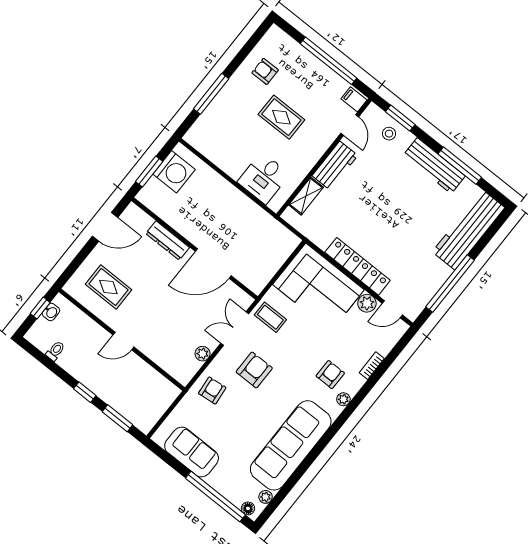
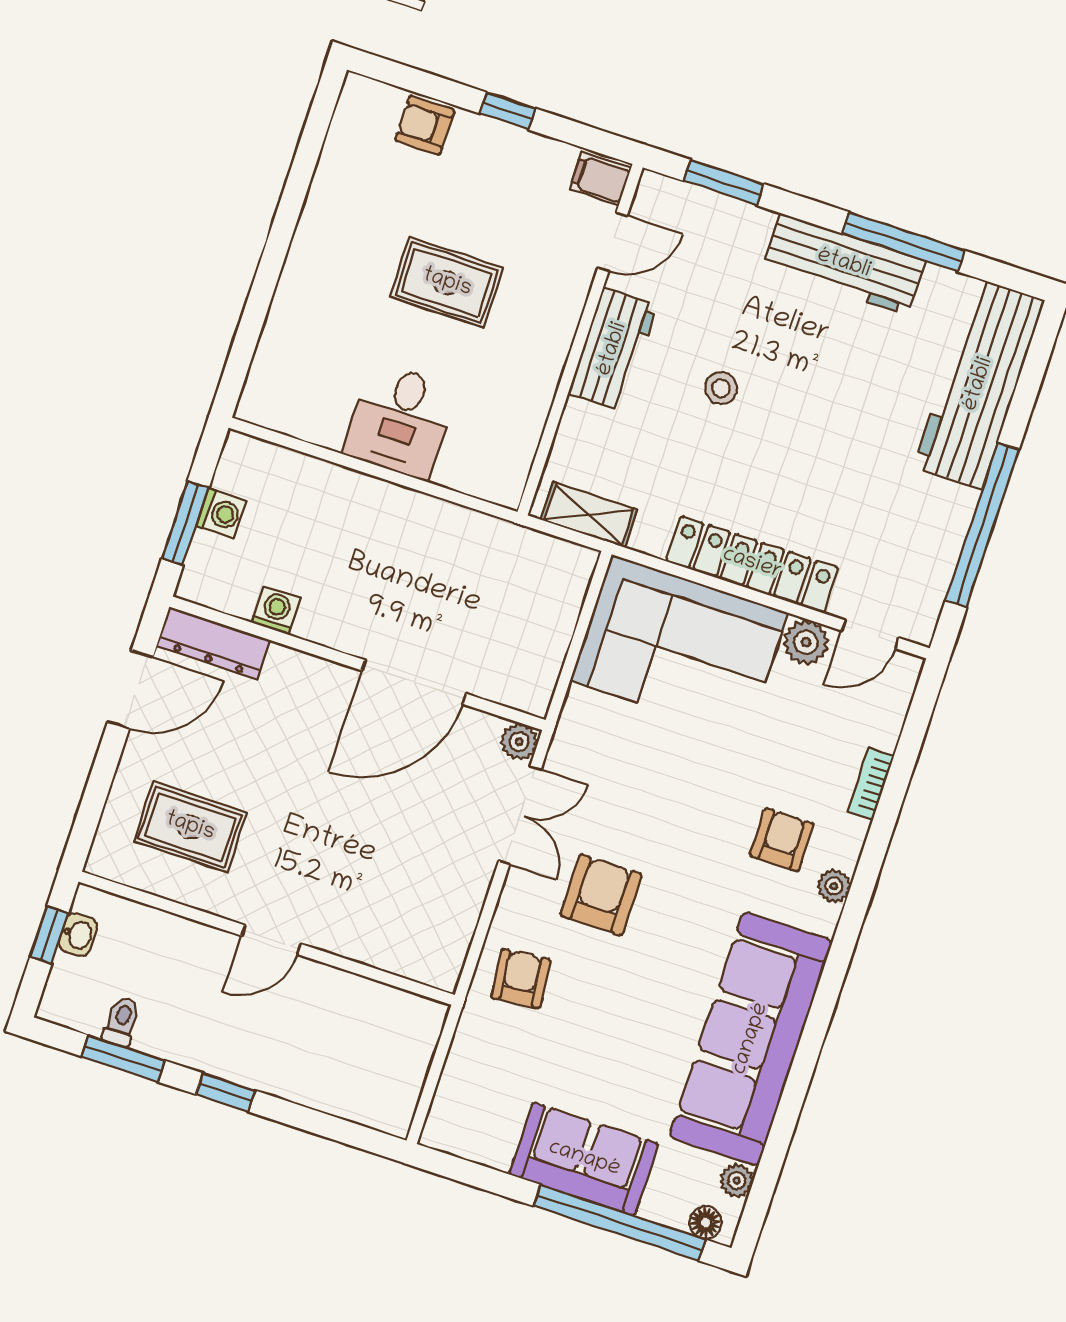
window: (328, 61) -> (508, 111), width x0.32
armchair: (265, 71) -> (425, 125), moved
window: (211, 94) -> (263, 289), removed
door: (350, 125) -> (612, 242), hinge flipped
stool: (389, 134) -> (721, 388), moved
washing machine: (174, 172) -> (221, 513), width x0.53, depth x0.53
desk: (264, 178) -> (400, 421), moved
shelving: (306, 196) -> (589, 515), moved, turned 90
washing machine: (171, 217) -> (276, 611), added
dresser: (168, 240) -> (213, 643), moved
coffee table: (270, 317) -> (593, 758), removed
double door: (235, 329) -> (520, 815), swing flipped
plant: (203, 354) -> (519, 742), moved
window: (117, 418) -> (123, 1058), moved
sofa: (192, 452) -> (584, 1159), moved

